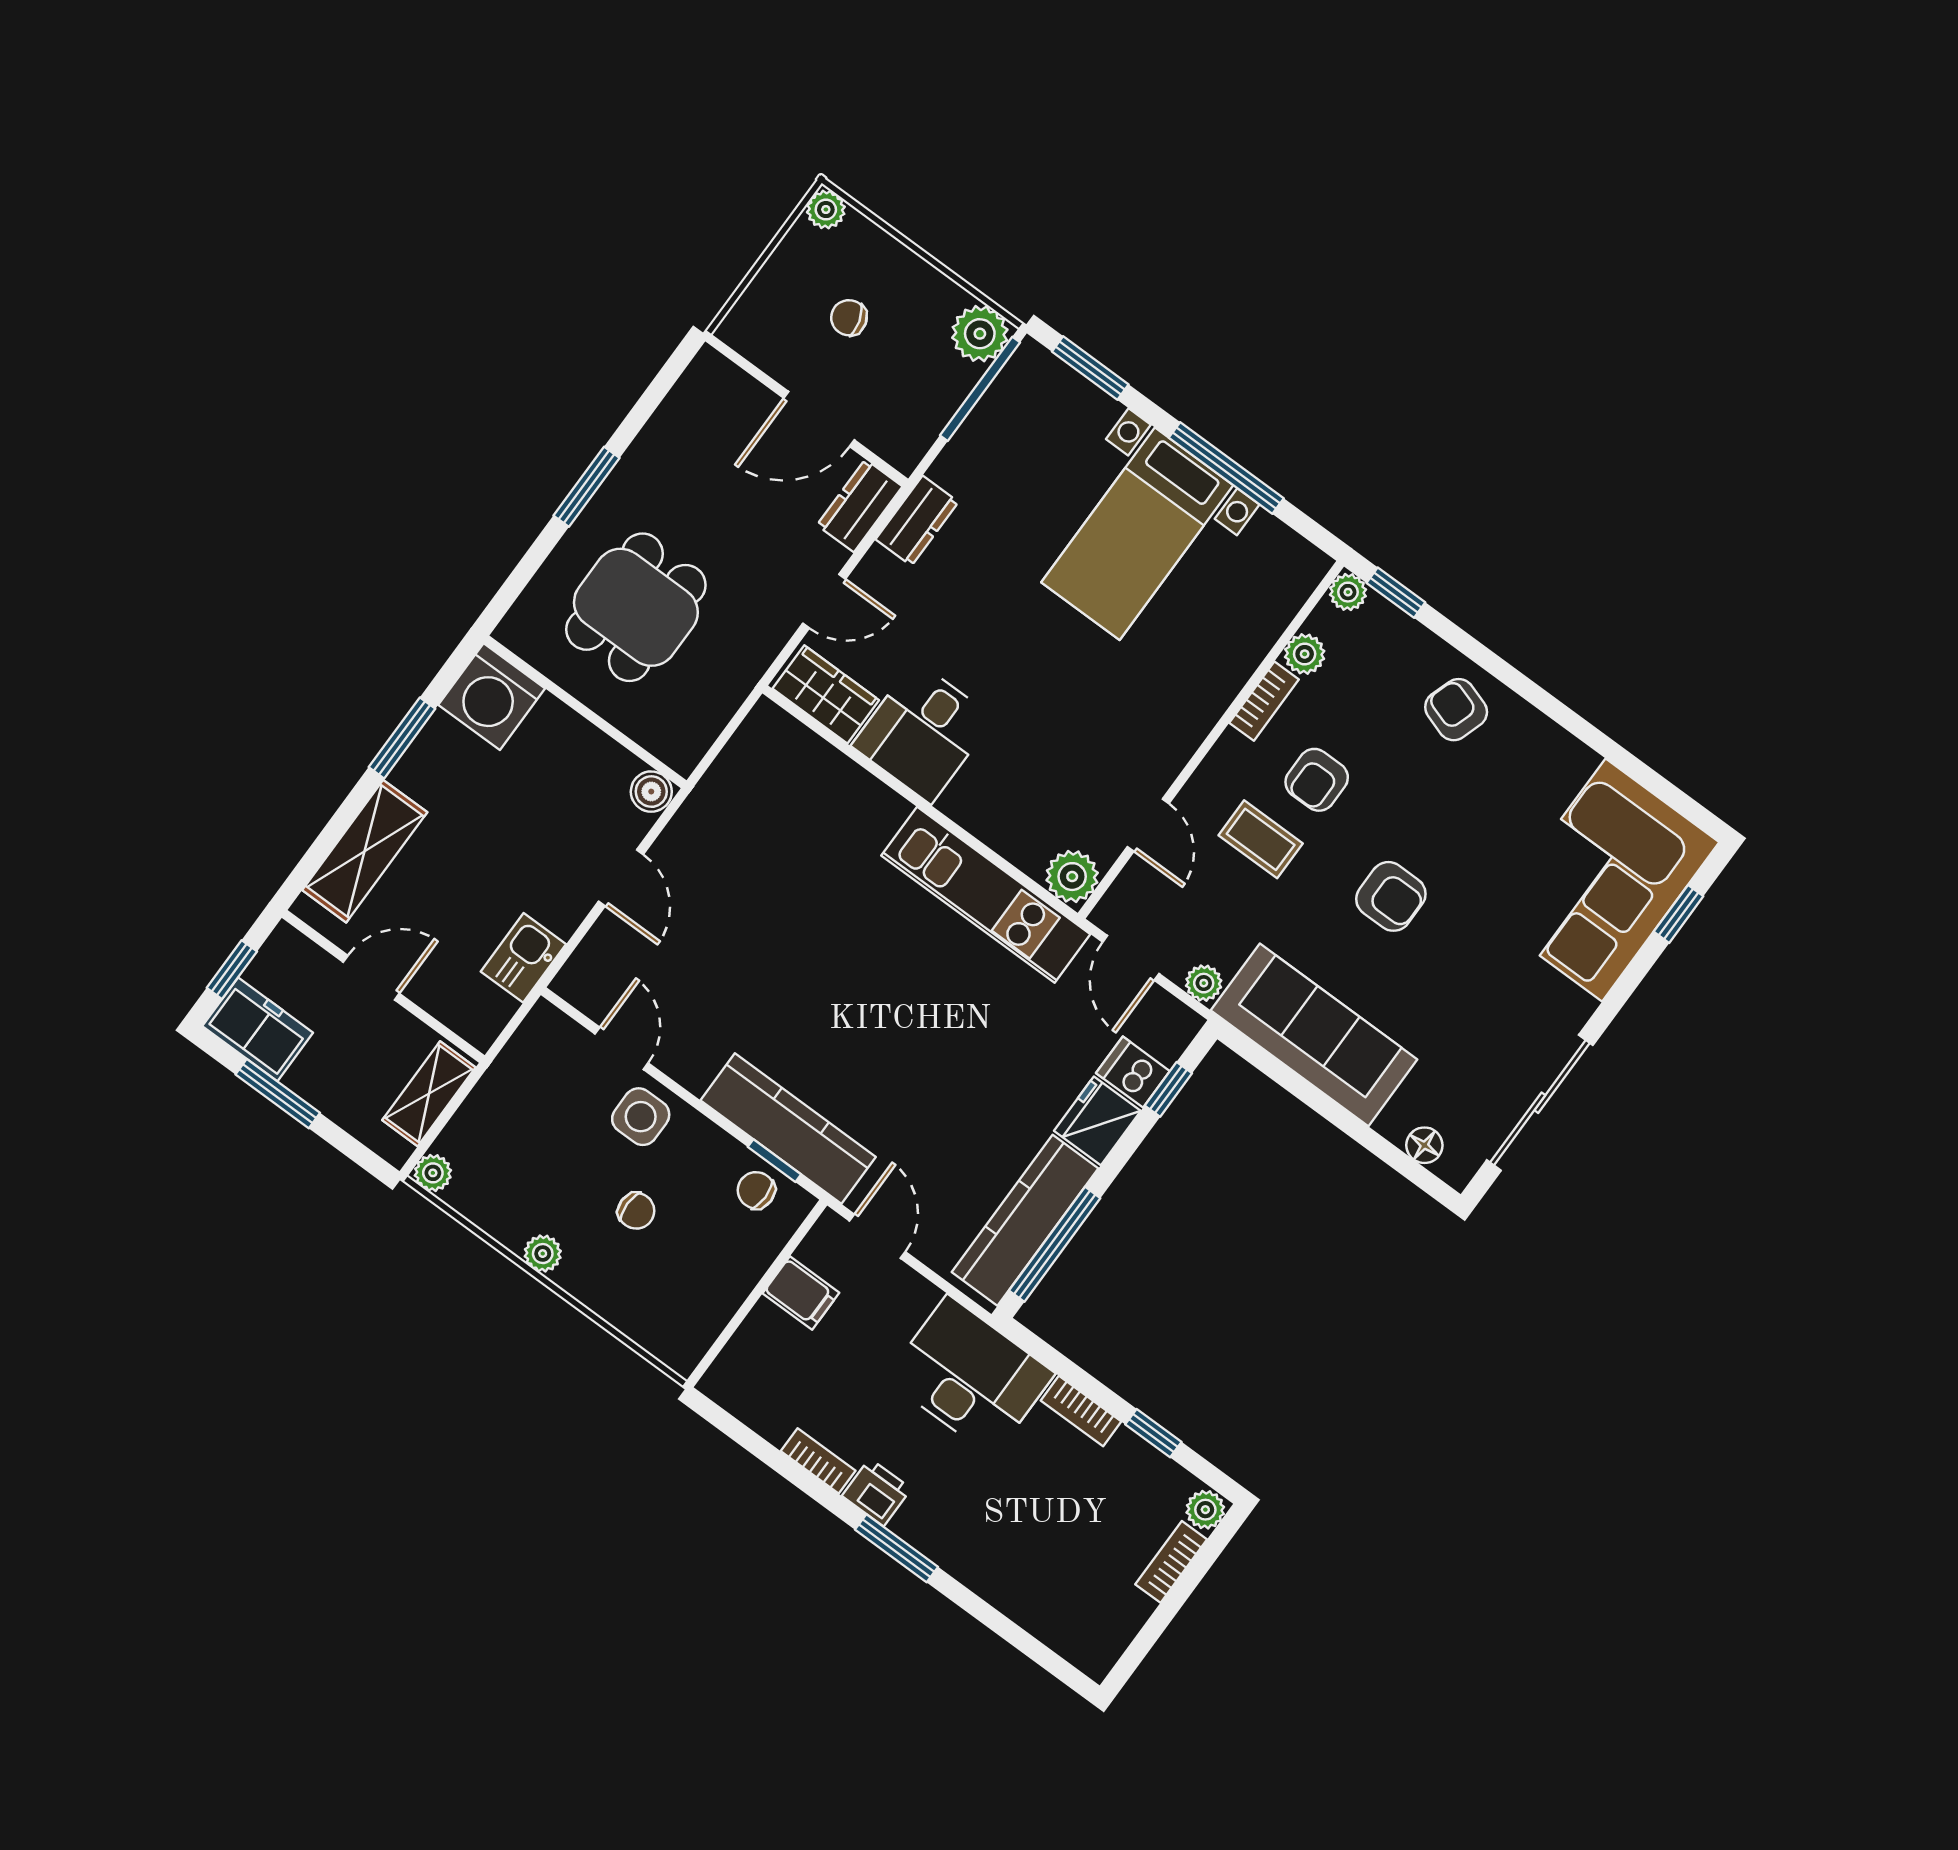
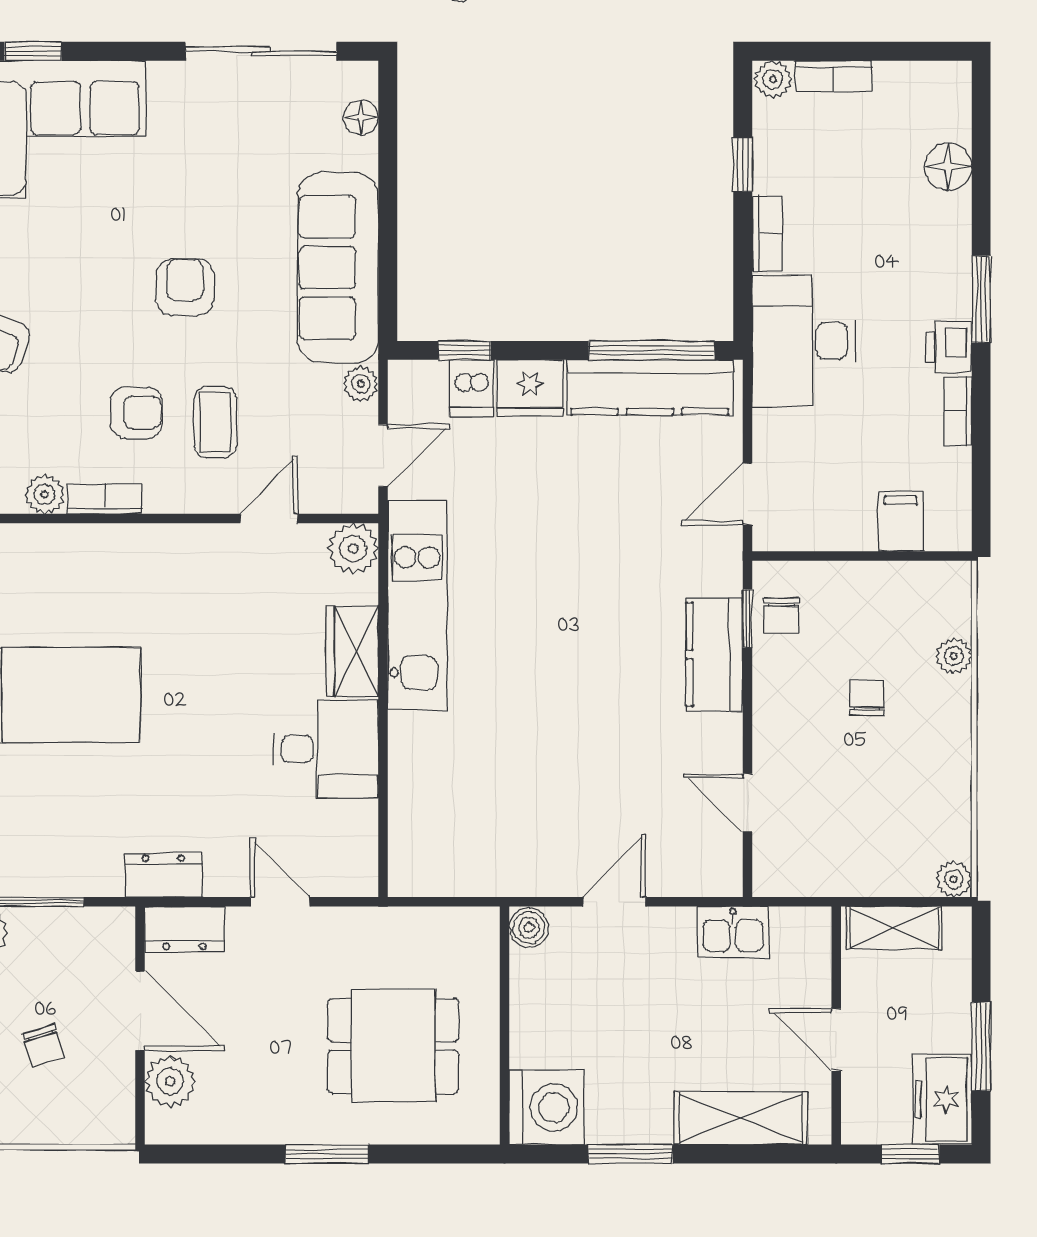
plant: (742, 401) -> (170, 1081), added
wardrobe: (826, 694) -> (352, 651), moved
door: (622, 1048) -> (747, 803), hinge flipped
side table: (641, 1117) -> (790, 749), removed
kitchen counter: (788, 1129) -> (714, 655), width x0.67
plant: (543, 1254) -> (954, 656), moved
filing cabinet: (801, 1293) -> (901, 521), moved
floor lamp: (1027, 1602) -> (948, 166), added

